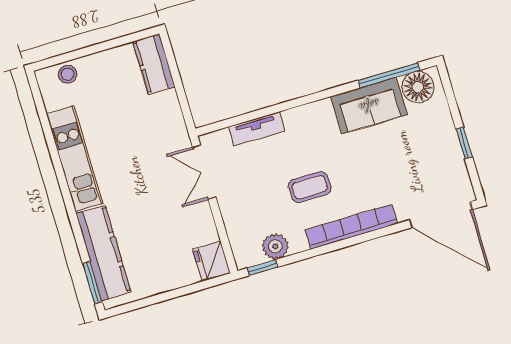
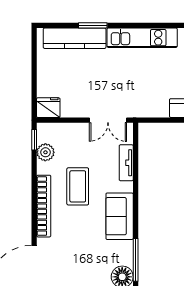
sofa: (369, 106) -> (120, 216), moved
double door: (204, 172) -> (108, 120), swing flipped
coffee table: (310, 187) -> (78, 186), width x1.36, depth x1.30
window: (92, 283) -> (93, 25), moved

